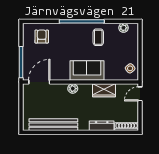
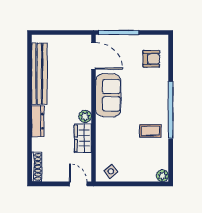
plant: (124, 28) -> (162, 176), moved
sofa: (87, 70) -> (108, 95), moved
plant: (73, 89) -> (85, 116), moved
dresser: (102, 126) -> (38, 121), moved

